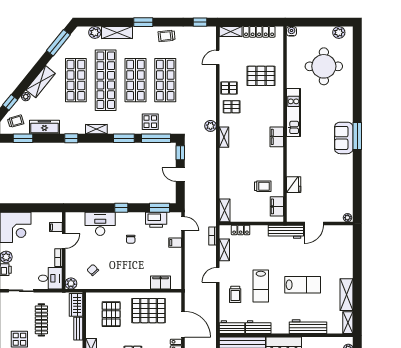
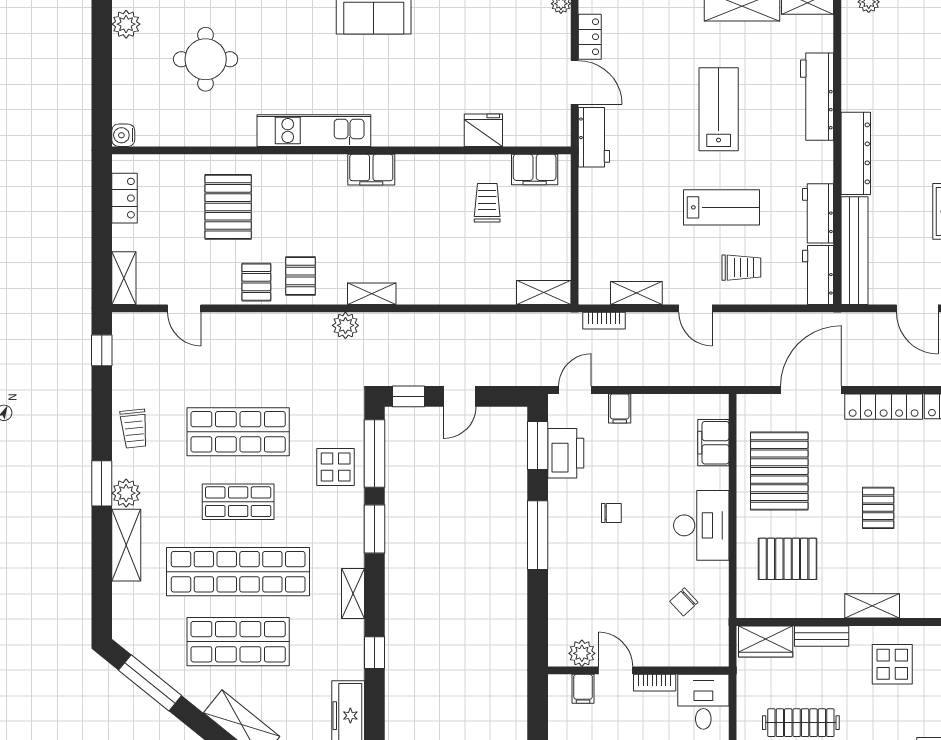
plant: (95, 32) -> (126, 493), moved
locker: (259, 32) -> (125, 198), width x0.66
round table: (324, 66) -> (206, 59), width x0.73, depth x0.73
shop shelf: (135, 80) -> (238, 502), width x0.70, depth x0.74
window: (121, 208) -> (538, 535), width x2.17
desk: (100, 224) -> (701, 525), moved, turned 180
locker: (241, 230) -> (590, 37), moved
workbench: (286, 232) -> (594, 137), width x0.73
plant: (71, 283) -> (582, 653), moved

